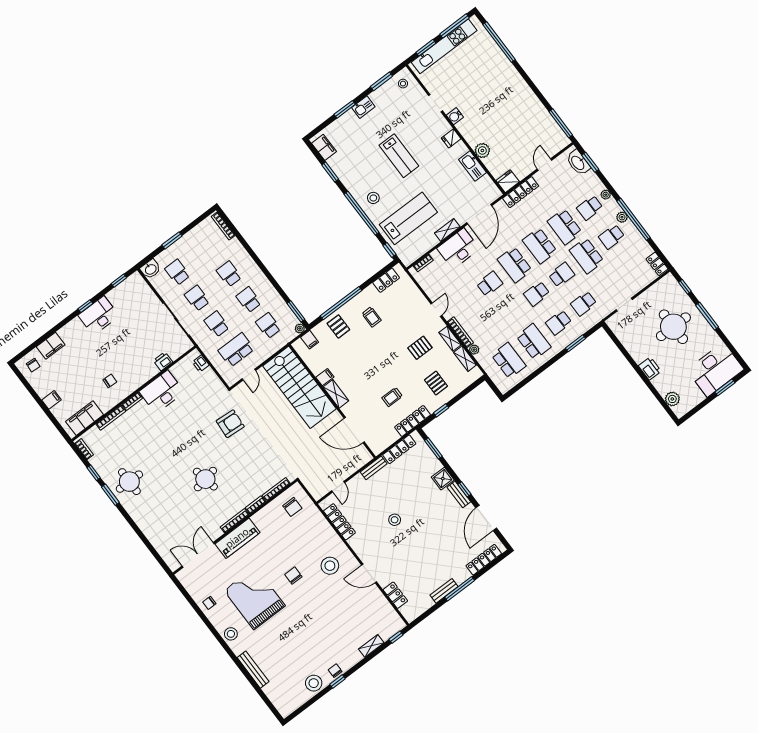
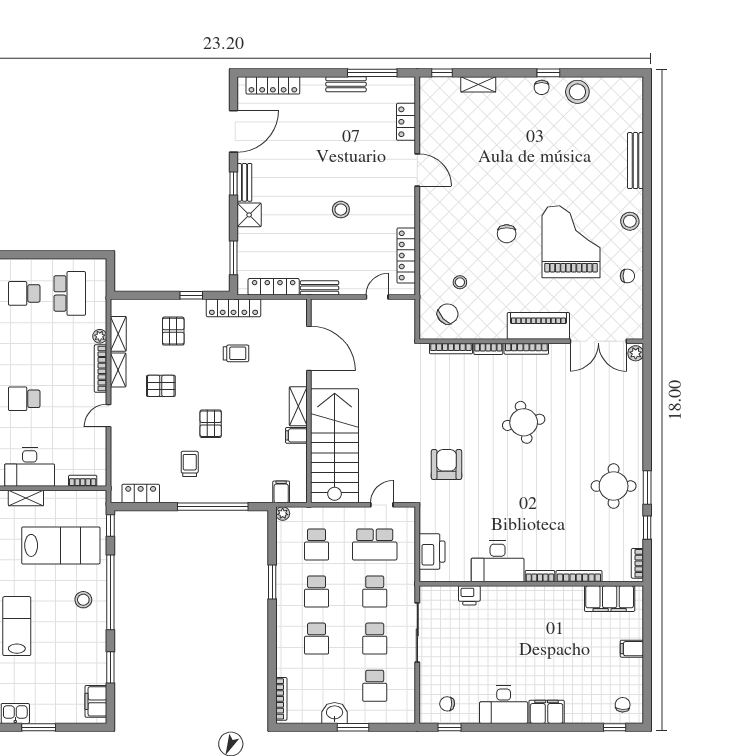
lab bench: (408, 218) -> (61, 545), turned 180
washbasin: (150, 269) -> (335, 713), moved
window: (85, 306) -> (615, 727), moved
window: (296, 311) -> (272, 582), moved
pallet: (338, 327) -> (211, 424), moved
school desk: (534, 342) -> (24, 293), width x0.54
filing cabinet: (51, 346) -> (547, 712), moved
school desk: (509, 361) -> (70, 293), turned 180
printer: (201, 364) -> (432, 552), width x1.87, depth x1.48
chair: (110, 381) -> (447, 704), moved
armchair: (230, 424) -> (446, 465), turned 86
chair: (292, 507) -> (448, 314), turned 48
plant: (173, 564) -> (636, 353), added
stool: (330, 566) -> (460, 282), moved, width x0.53, depth x0.53
window: (460, 589) -> (372, 73), moved
grand piano: (255, 598) -> (571, 242), turned 180

